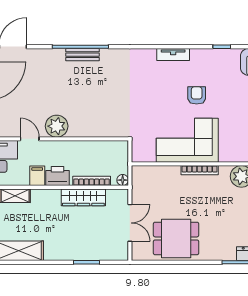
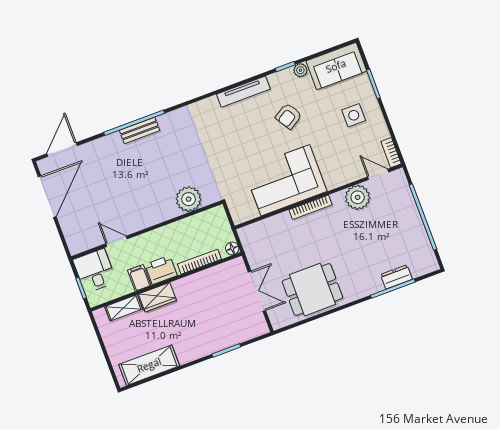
plant: (233, 54) -> (300, 70), added
tv unit: (173, 55) -> (243, 92), width x1.41
armchair: (197, 95) -> (289, 116), moved, turned -122
plant: (57, 126) -> (189, 199), moved
wardrobe: (83, 197) -> (157, 297), moved, width x0.67

